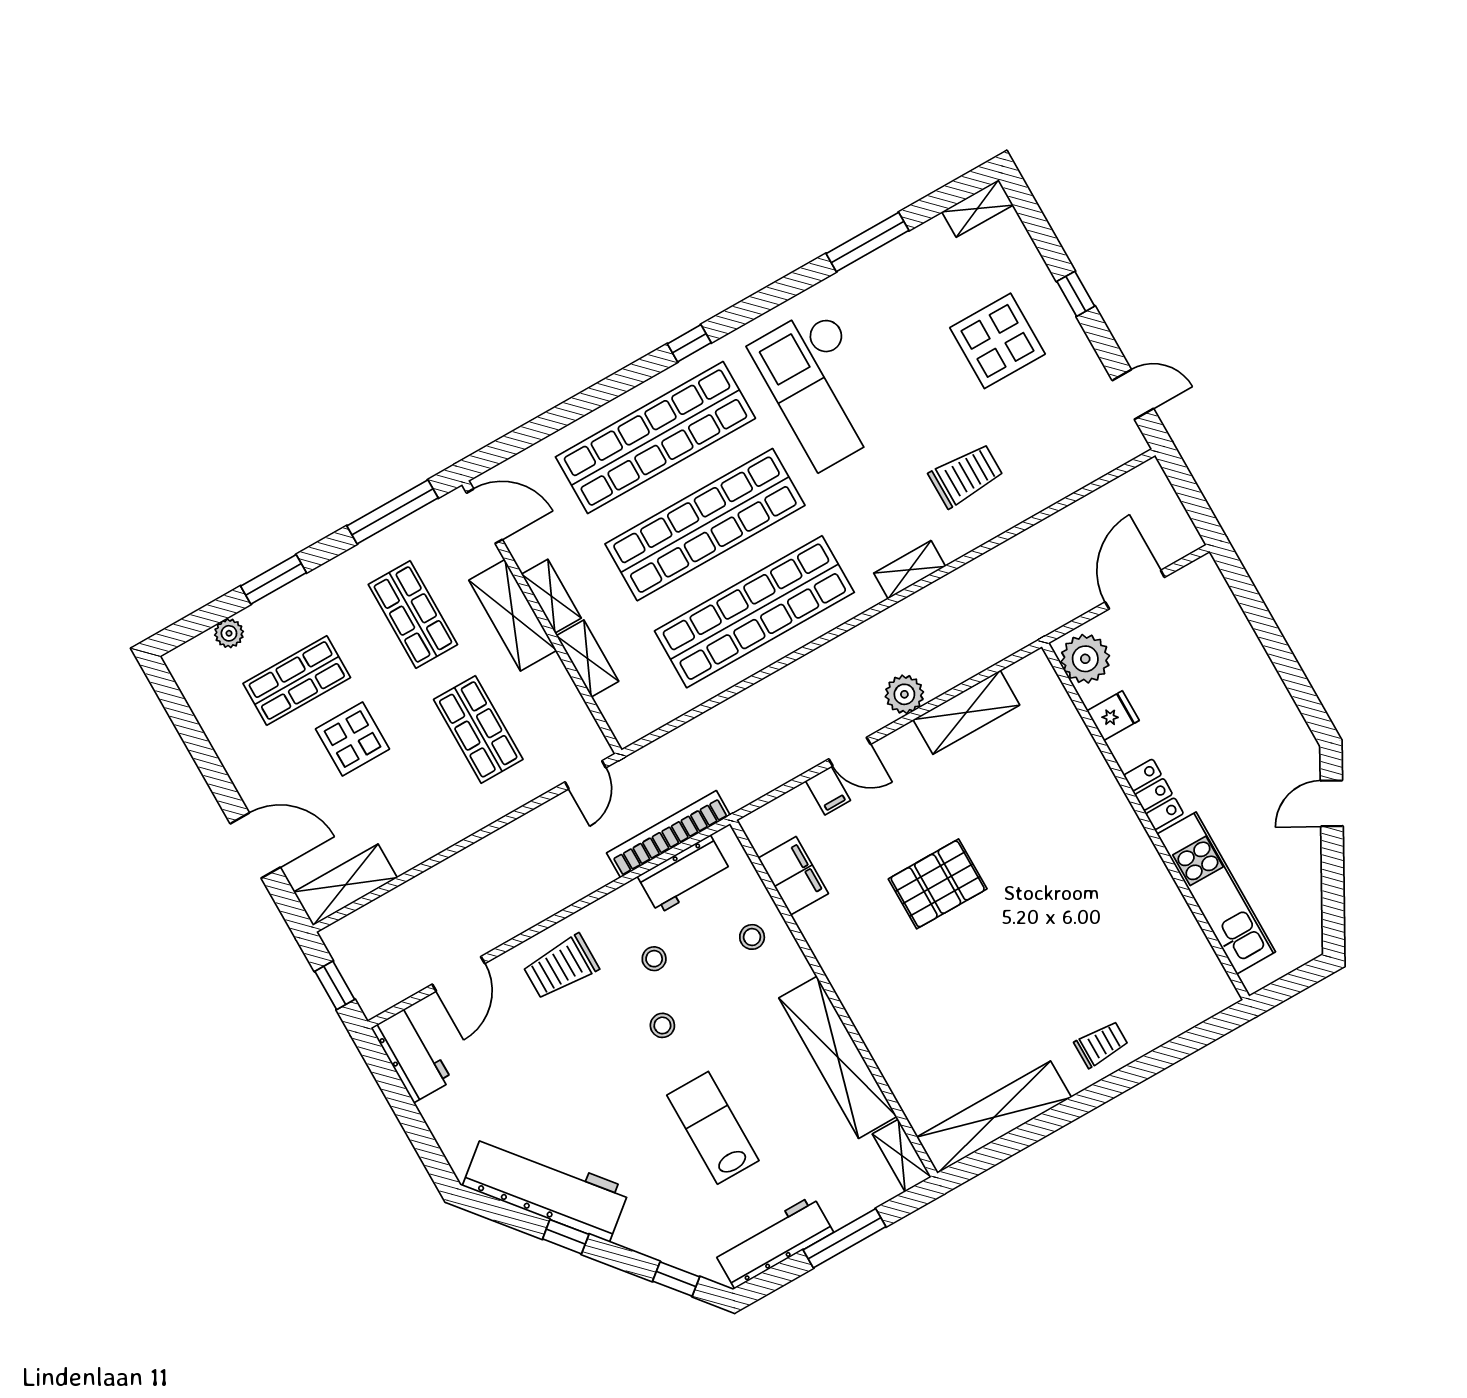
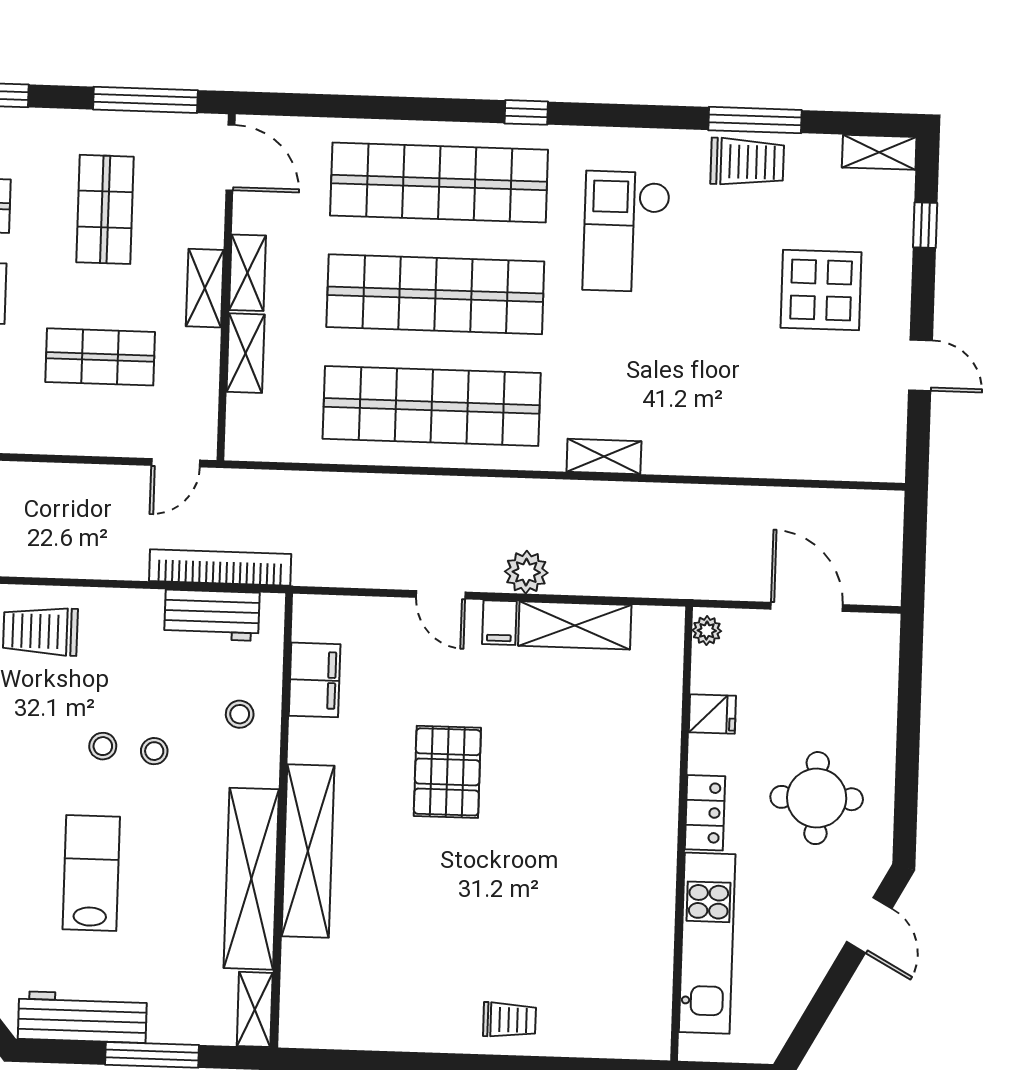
window: (1076, 294) -> (925, 225), moved
checkout: (821, 387) -> (626, 232), width x0.73, depth x0.83
door: (1133, 394) -> (920, 365), moved
trolley: (966, 476) -> (747, 162), moved
door: (1135, 590) -> (807, 607), hinge flipped
shelving: (513, 615) -> (205, 288), width x0.67, depth x0.75
plant: (1085, 659) -> (707, 631), width x0.53, depth x0.53
shop shelf: (478, 729) -> (100, 357), turned 90
round table: (1232, 731) -> (817, 798), added
filing cabinet: (828, 791) -> (499, 623), moved
door: (1332, 803) -> (869, 925), swing flipped
pallet: (938, 884) -> (447, 772), turned 90
stool: (654, 959) -> (154, 751), moved
shelving: (994, 1117) -> (308, 851), moved, turned 90

